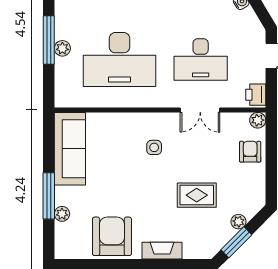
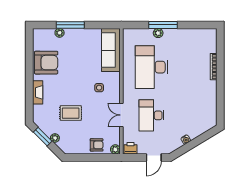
sofa: (70, 149) -> (111, 50), moved, turned 90
rug: (197, 195) -> (71, 113), turned 90

